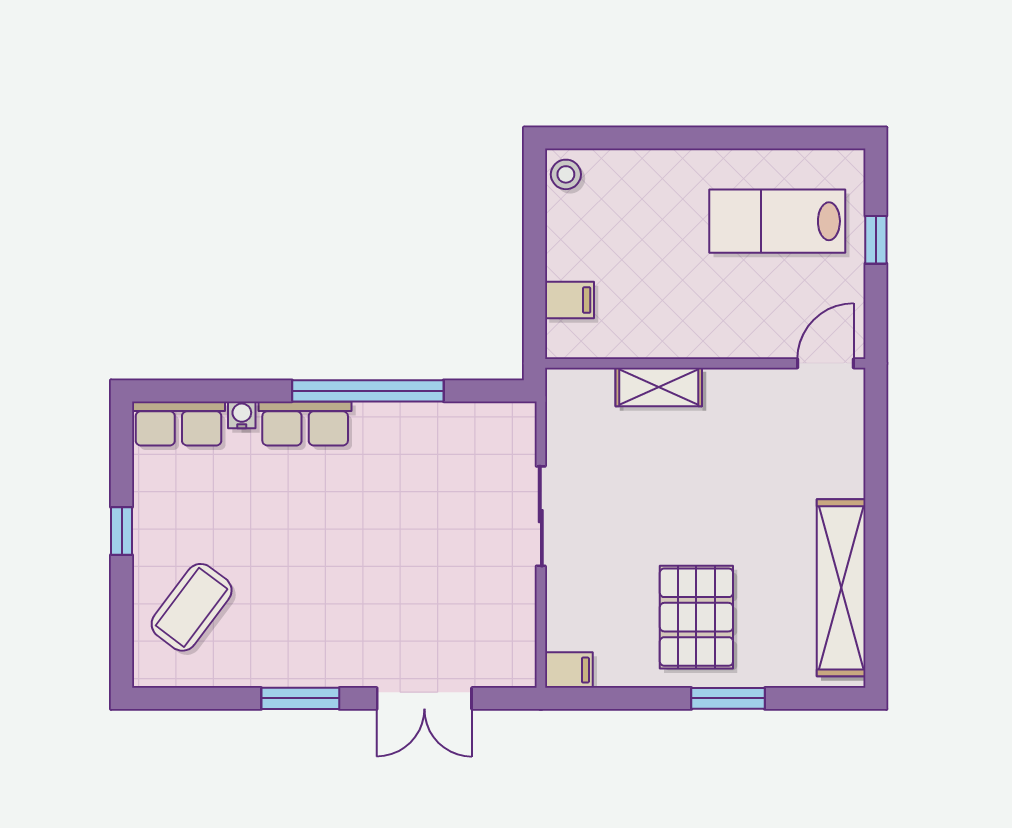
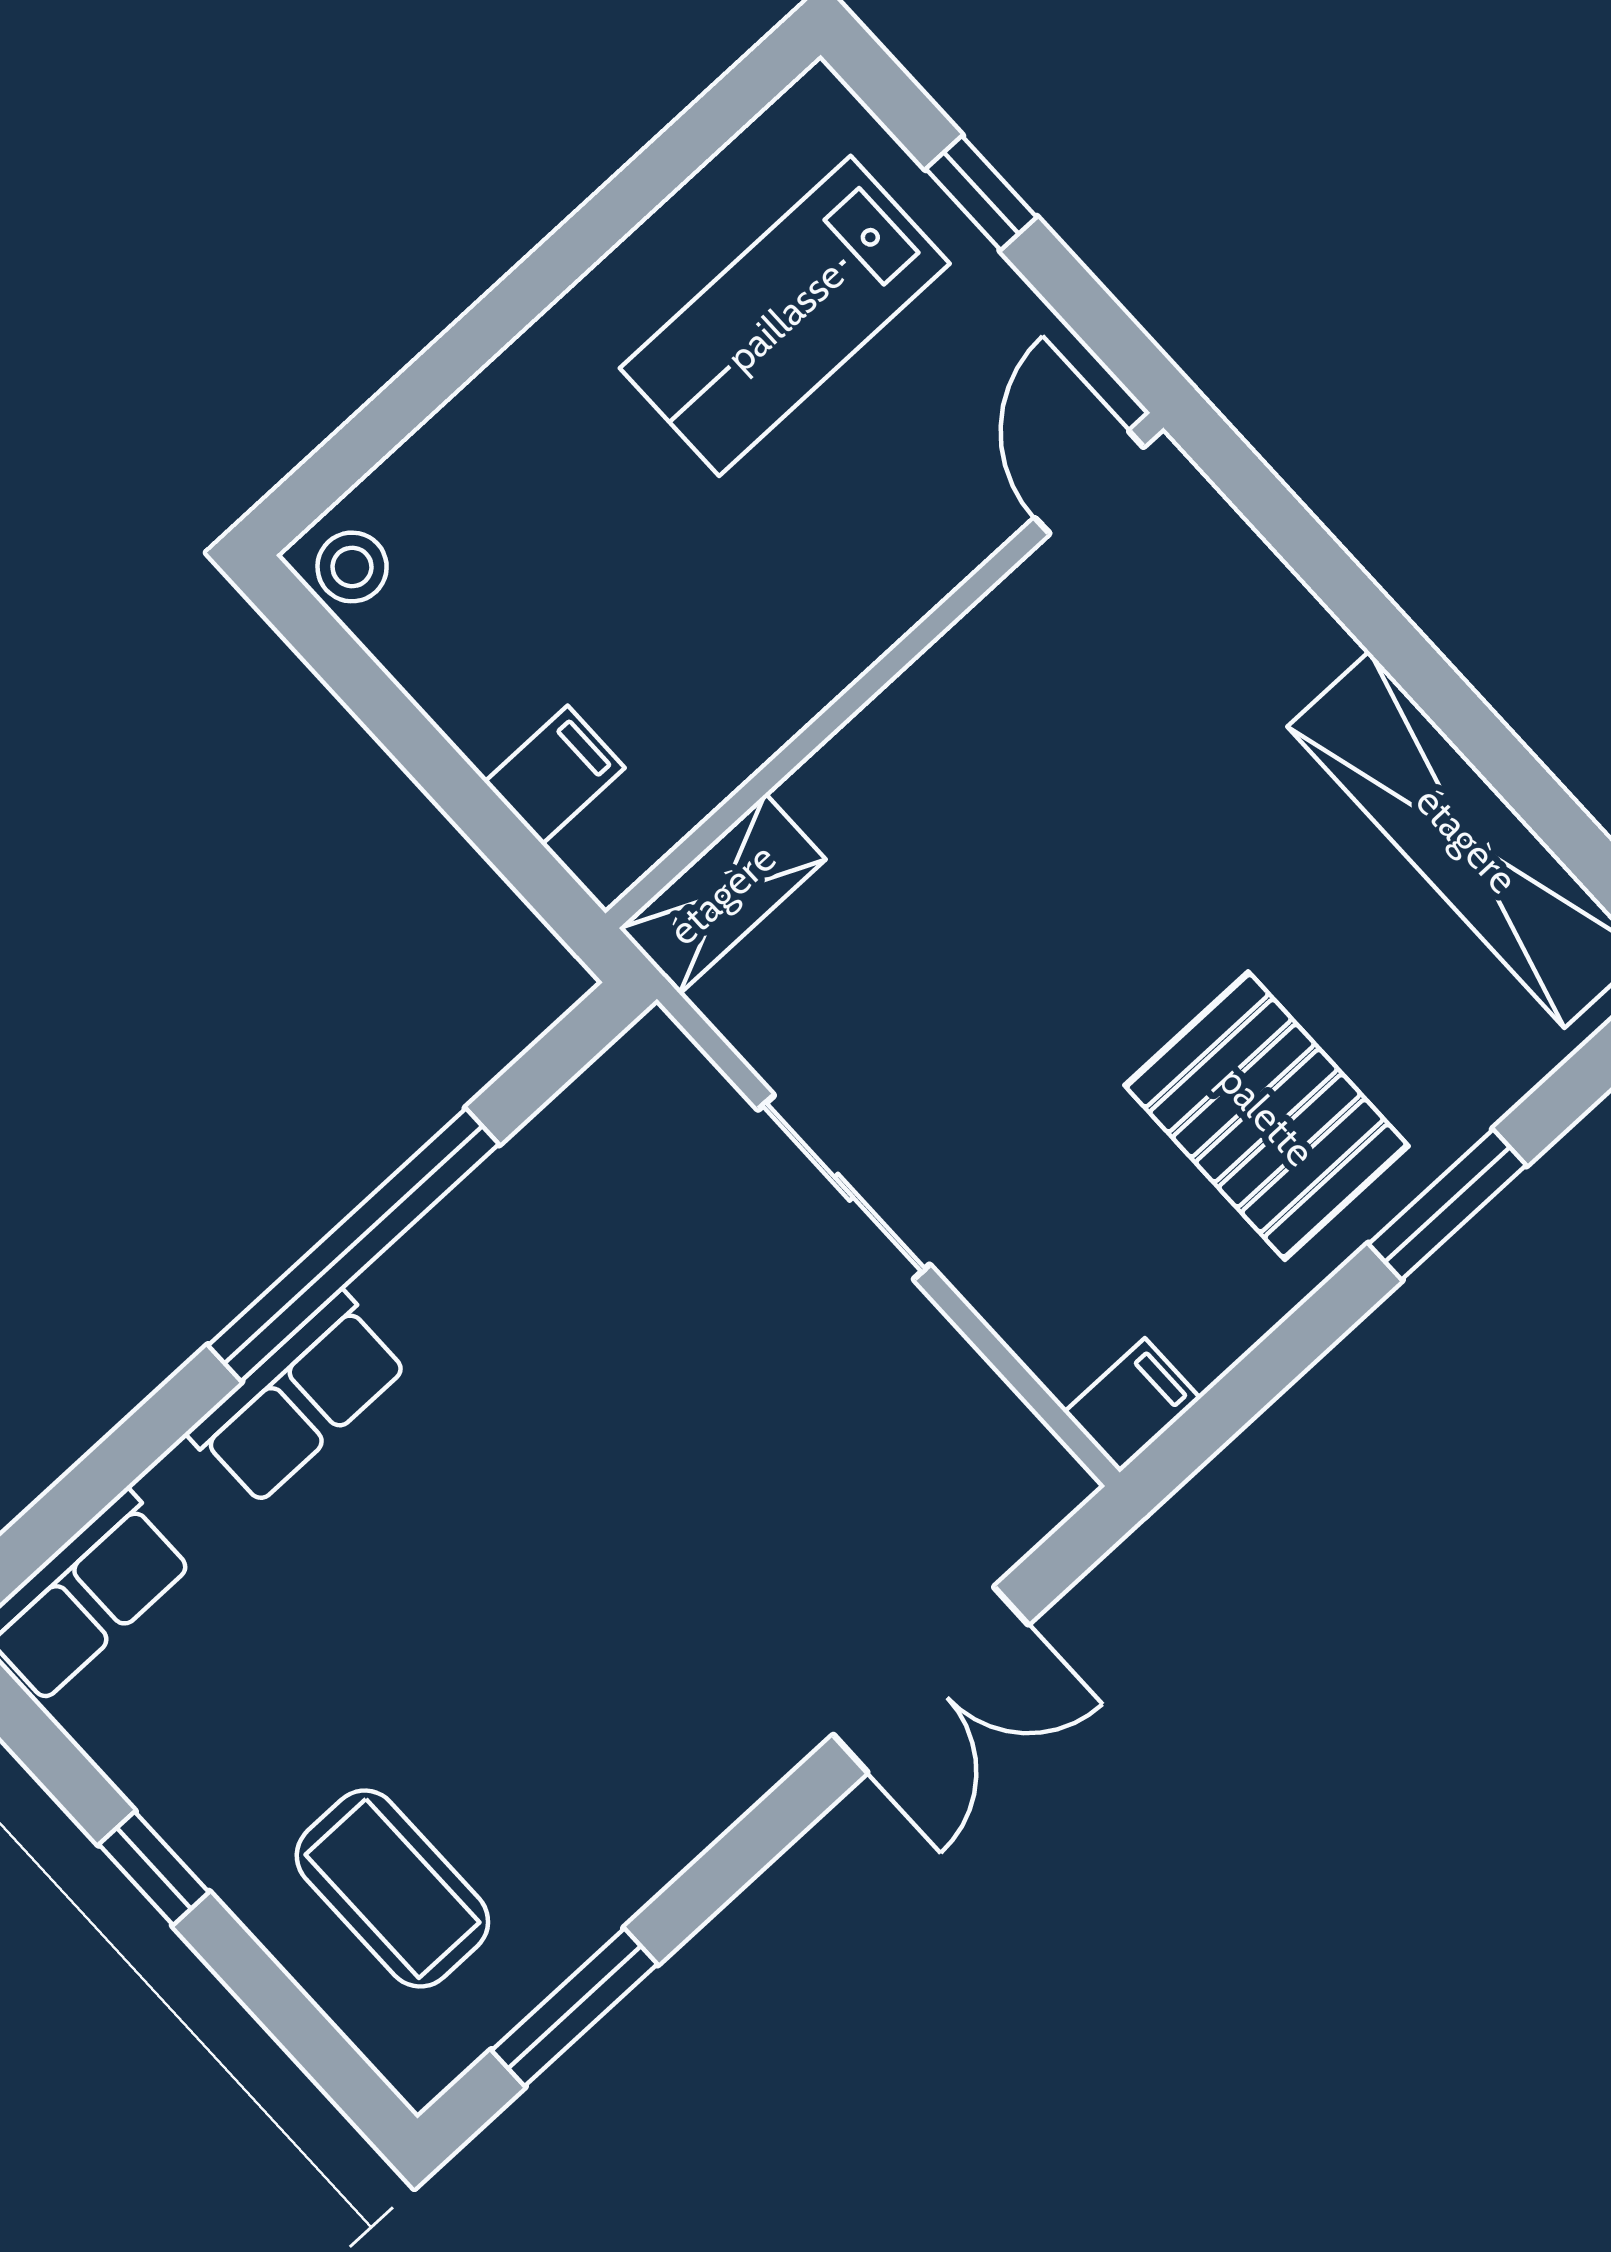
shelving: (659, 387) -> (722, 894), moved
water cooler: (242, 415) -> (177, 1483), removed
coffee table: (192, 607) -> (392, 1889), turned -37
window: (300, 698) -> (574, 2007), moved

